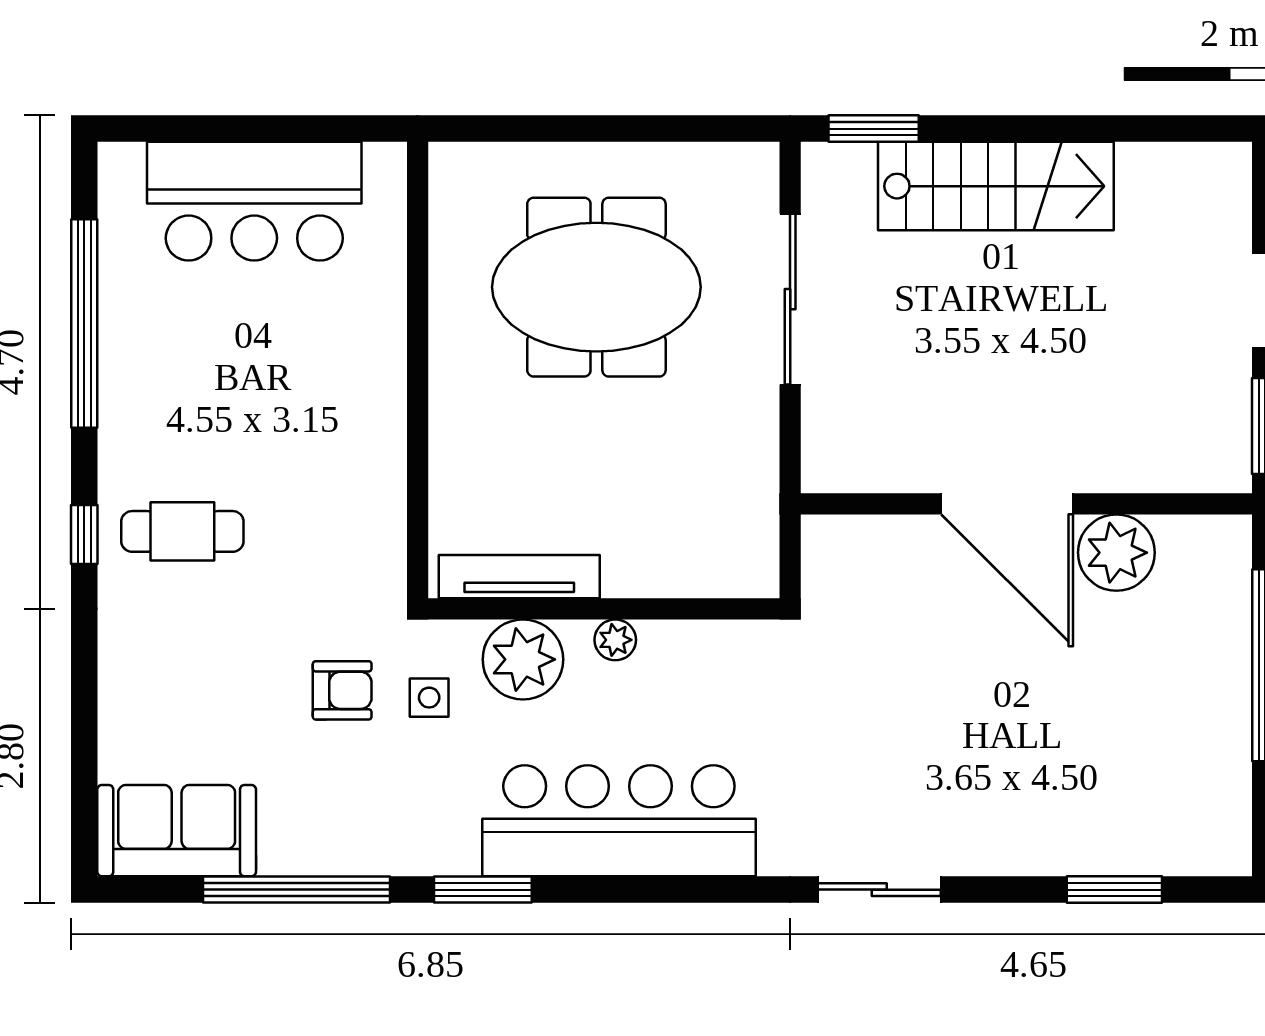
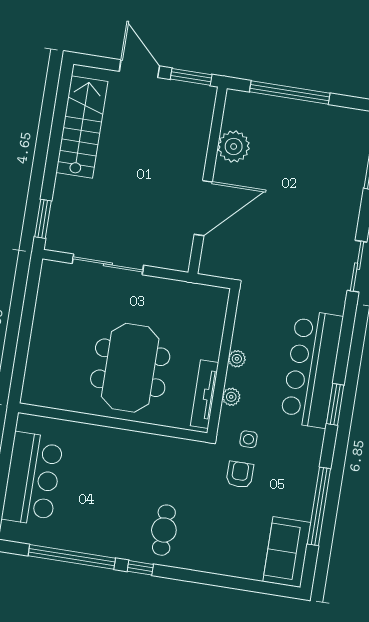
stairs: (996, 186) -> (82, 127), moved
meeting table: (596, 287) -> (130, 368), moved
door: (1007, 504) -> (203, 208), moved
window: (84, 534) -> (140, 568), moved
plant: (523, 659) -> (231, 397), width x0.53, depth x0.53
window: (483, 890) -> (335, 404), moved

